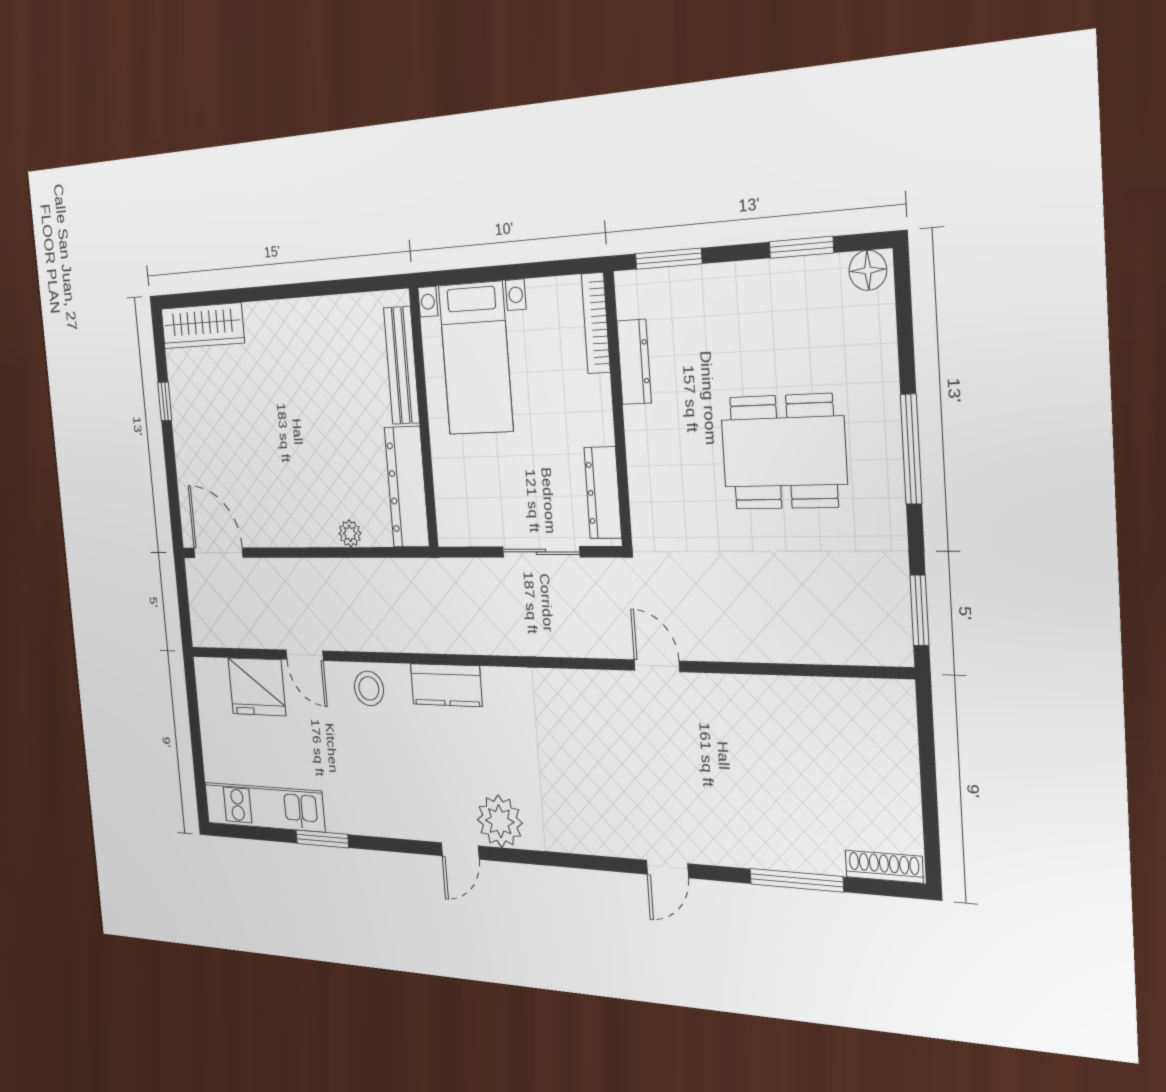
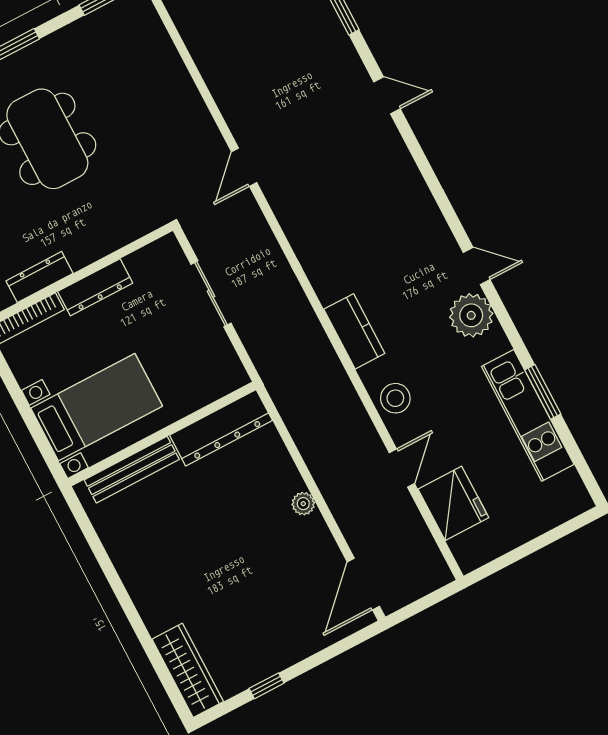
dresser: (603, 493) -> (95, 287), moved
plant: (350, 533) -> (303, 504), moved
kitchen unit: (264, 807) -> (528, 415), moved
plant: (500, 821) -> (471, 315), moved

